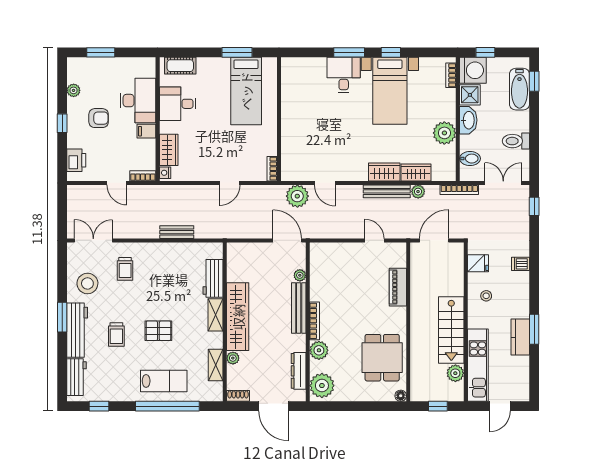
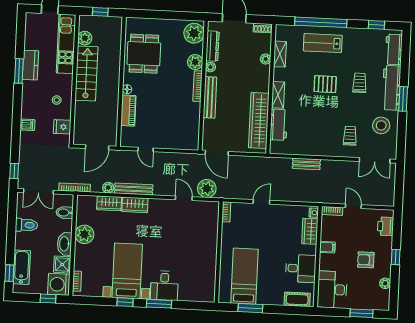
desk: (138, 101) -> (332, 290), moved
plant: (300, 275) -> (210, 67), moved
wardrobe: (238, 317) -> (259, 121), moved
floor lamp: (401, 396) -> (127, 89), moved

